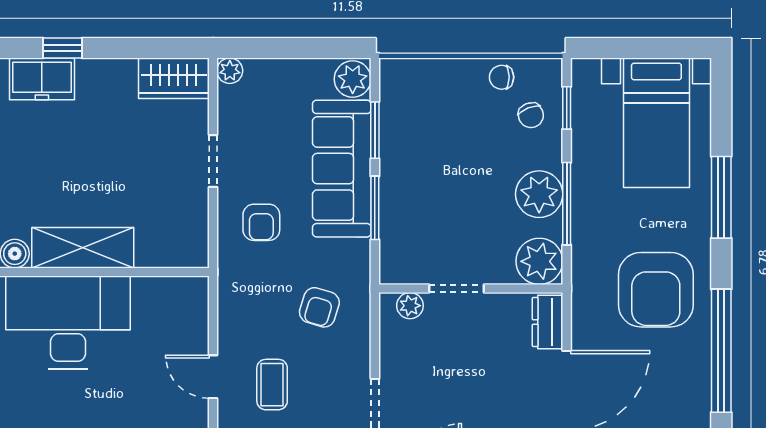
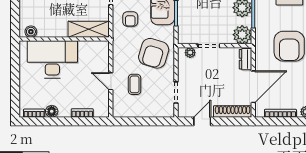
shelving: (83, 248) -> (89, 29), moved
armchair: (319, 307) -> (154, 53), width x1.88, depth x1.88

